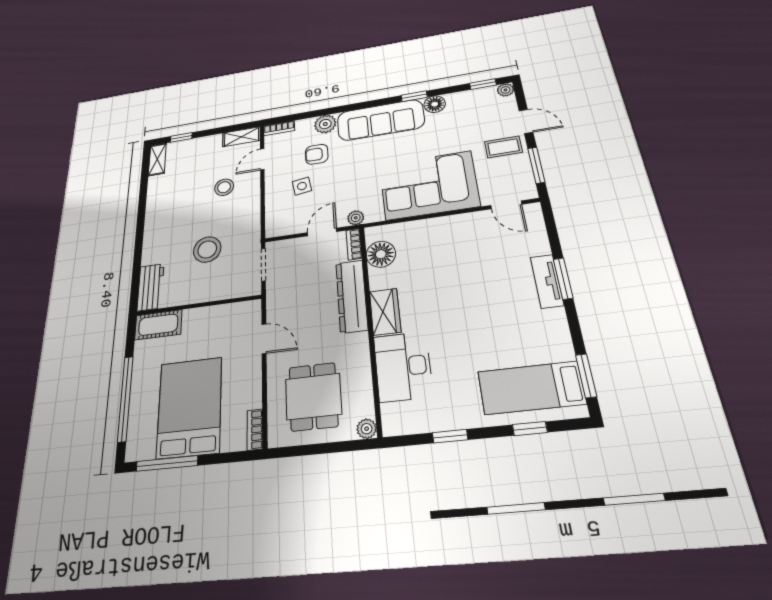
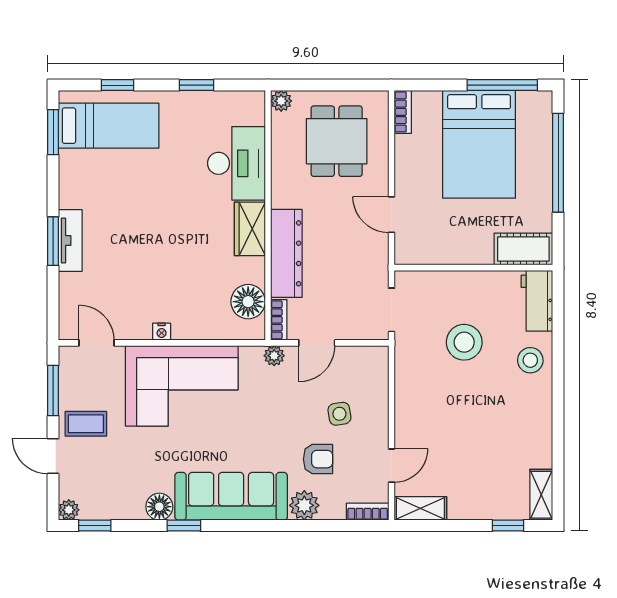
stool: (224, 187) -> (530, 360), moved
nightstand: (451, 221) -> (162, 332), added

